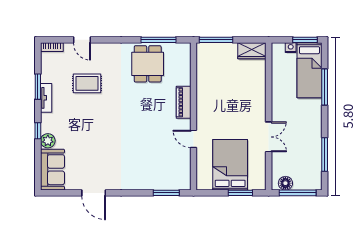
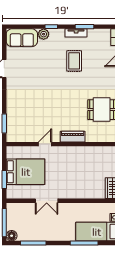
rug: (87, 83) -> (74, 61), moved
floor lamp: (285, 183) -> (12, 236), moved

